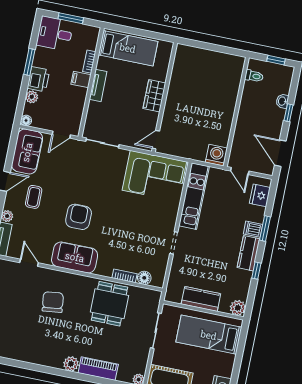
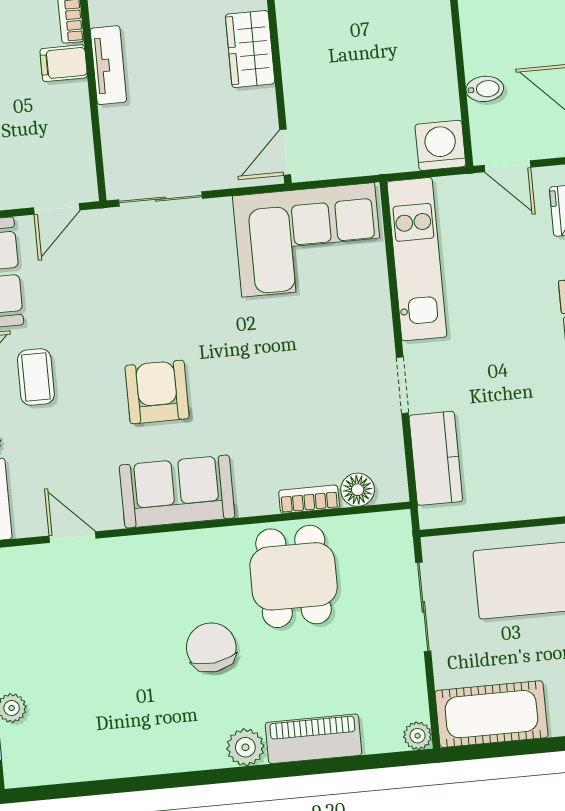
bidet: (240, 139) -> (485, 89), added
kitchen counter: (201, 299) -> (436, 458), moved, turned 90
chair: (53, 302) -> (211, 647), moved

